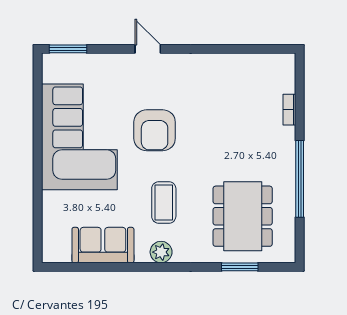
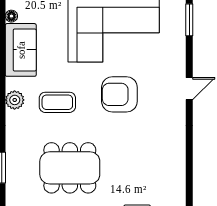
dining table: (243, 216) -> (70, 168), moved
floor lamp: (63, 256) -> (11, 16), added

